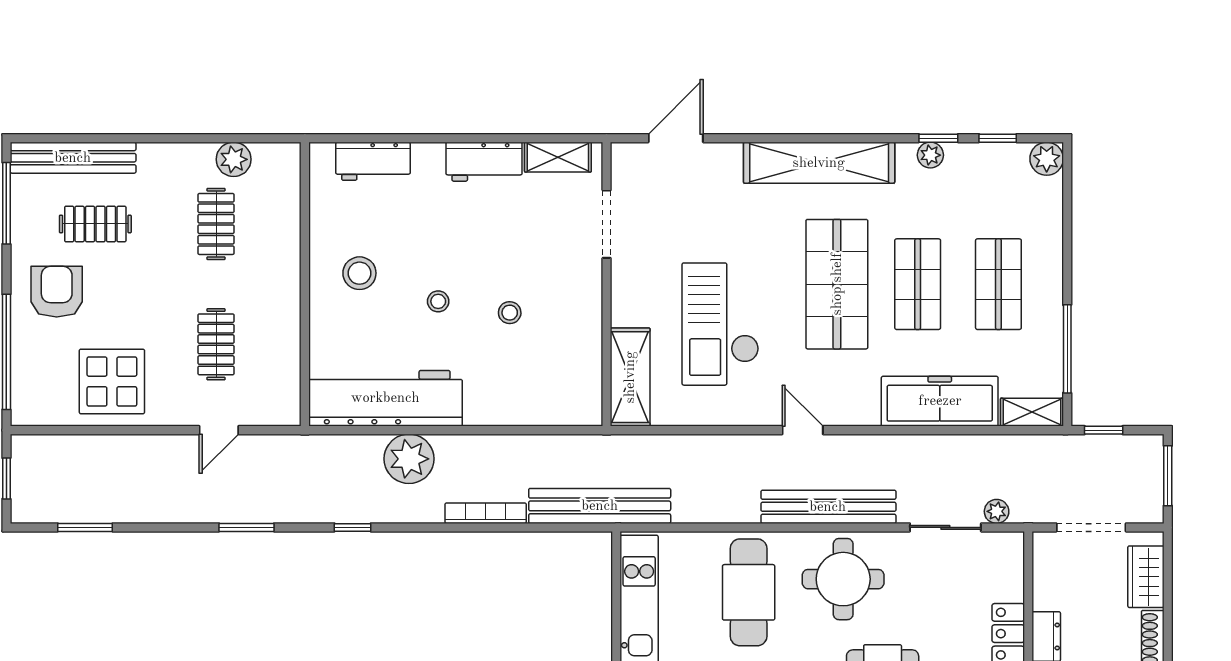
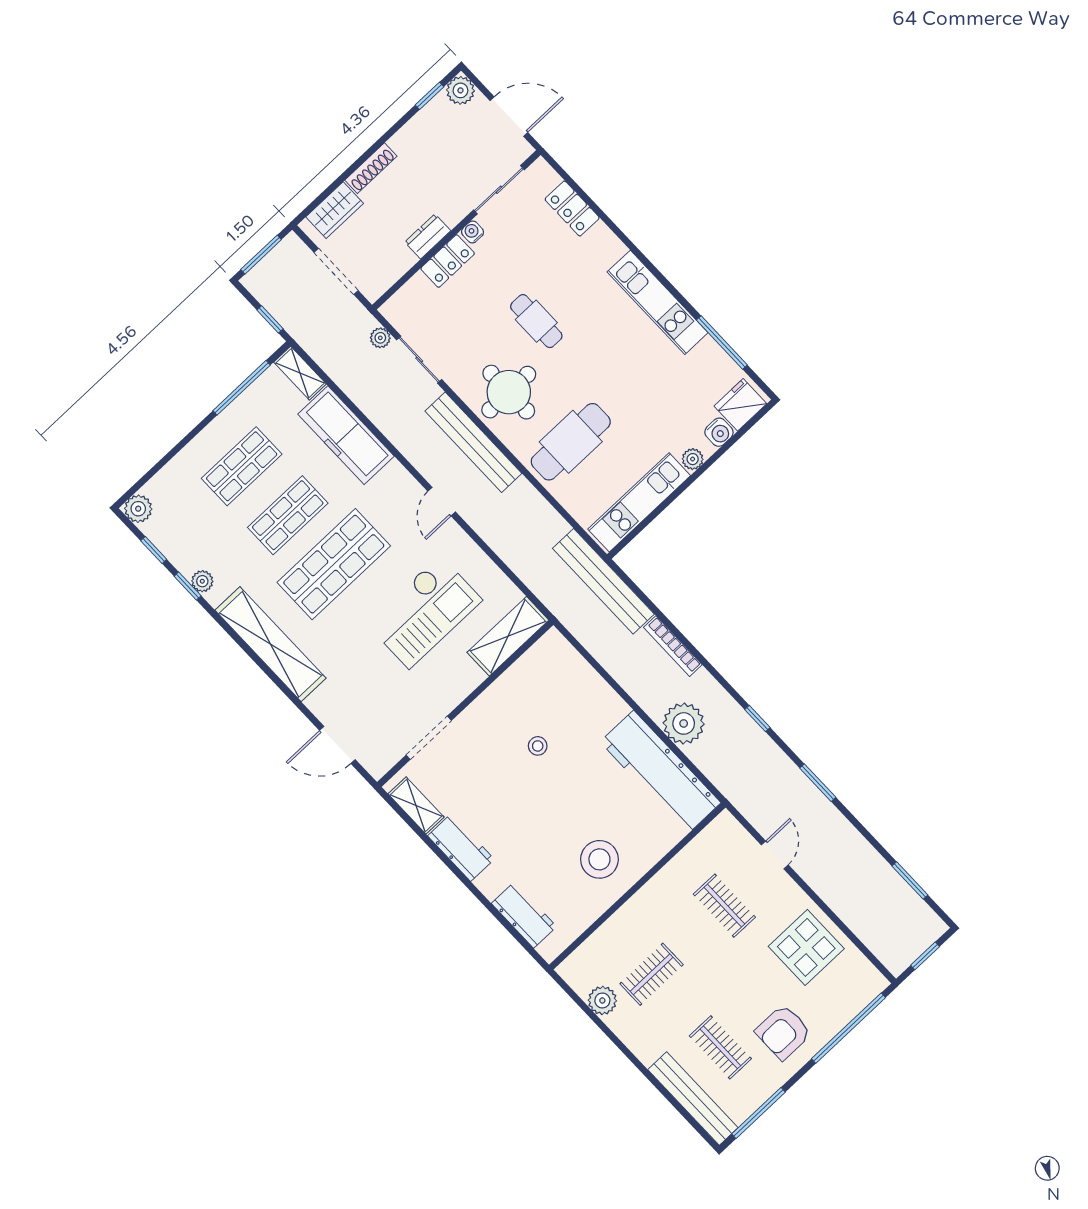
stool: (359, 273) -> (599, 859), width x1.38, depth x1.38
stool: (438, 301) -> (572, 796), removed
clothes rail: (216, 344) -> (724, 906), turned 90
door: (219, 430) -> (775, 855), hinge flipped

